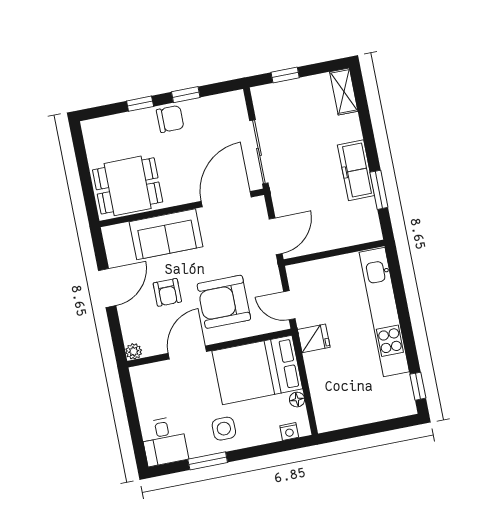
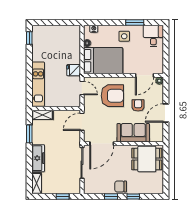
freezer: (356, 170) -> (38, 158), moved
shelving: (359, 234) -> (42, 115), added
kitchen unit: (384, 312) -> (38, 84), width x0.73
door: (187, 352) -> (144, 75), moved

